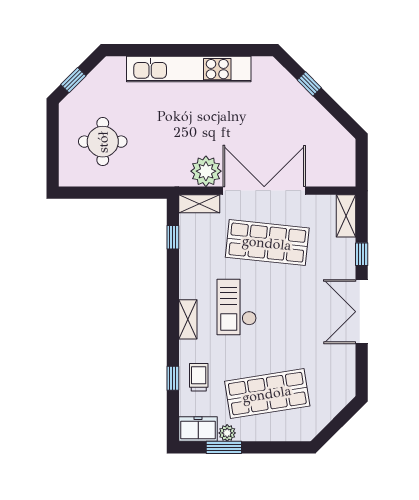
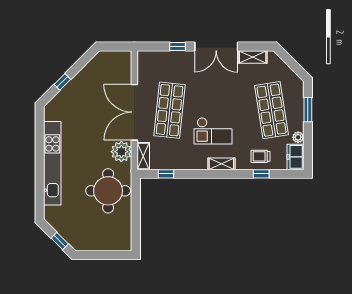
round table: (103, 142) -> (108, 191), moved, width x1.36, depth x1.36
shelving: (346, 216) -> (253, 57), moved
window: (224, 447) -> (308, 110), moved

